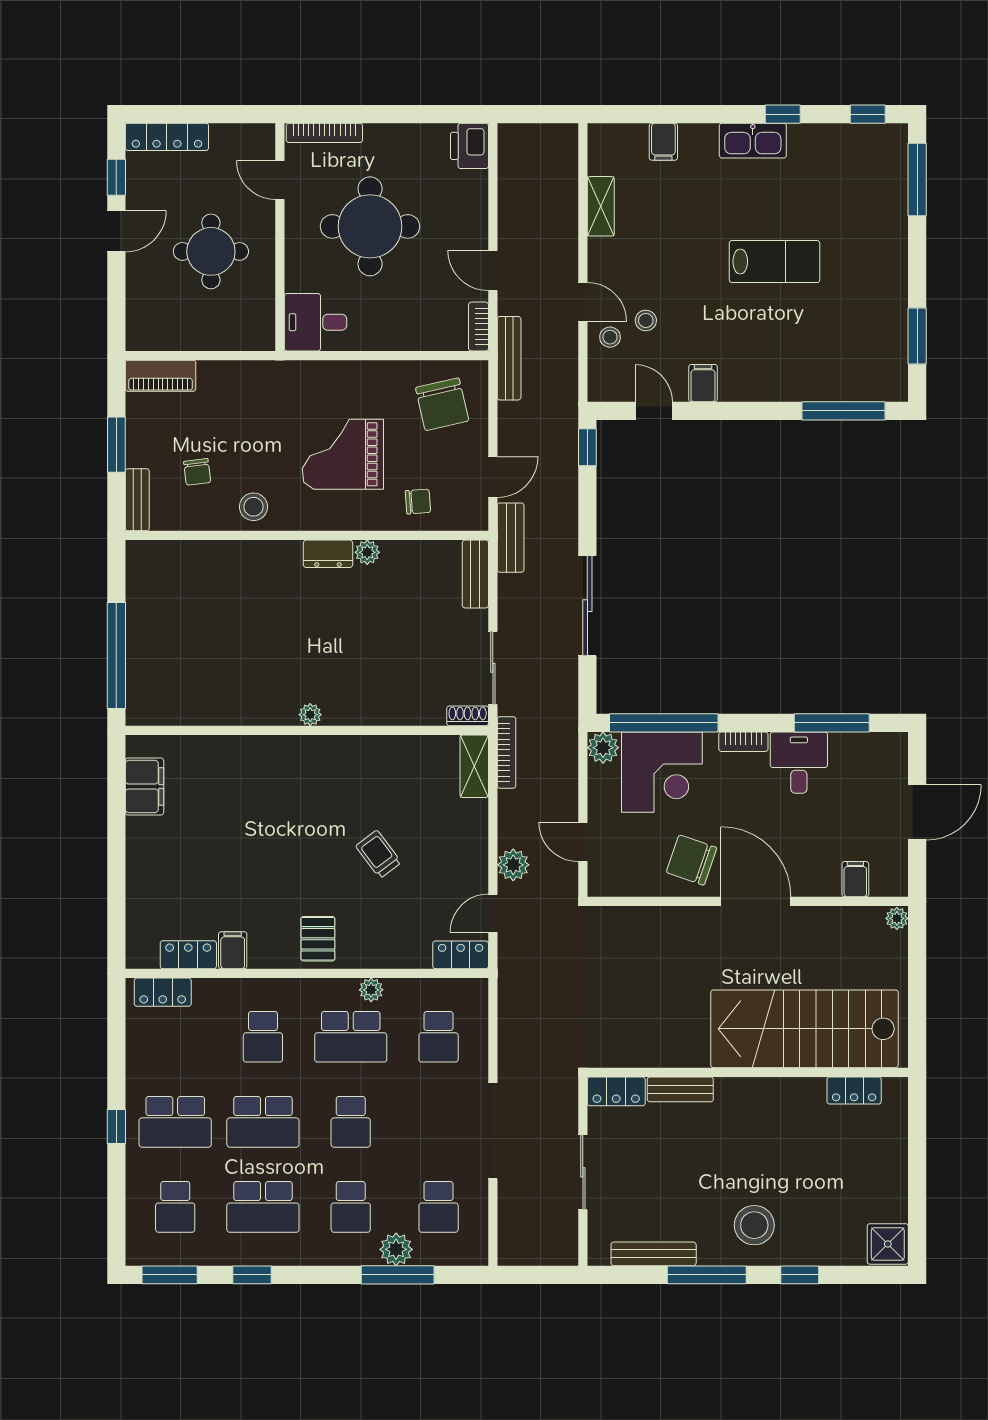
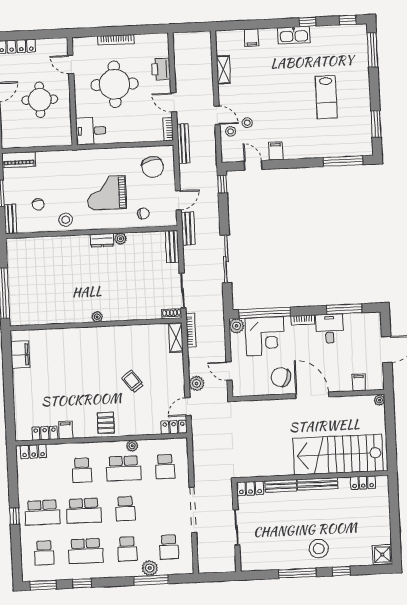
bookcase: (324, 133) -> (116, 40), moved
printer: (469, 146) -> (161, 69), moved
lab bench: (775, 262) -> (326, 97), moved, turned 90
bench: (654, 1254) -> (318, 484), moved

